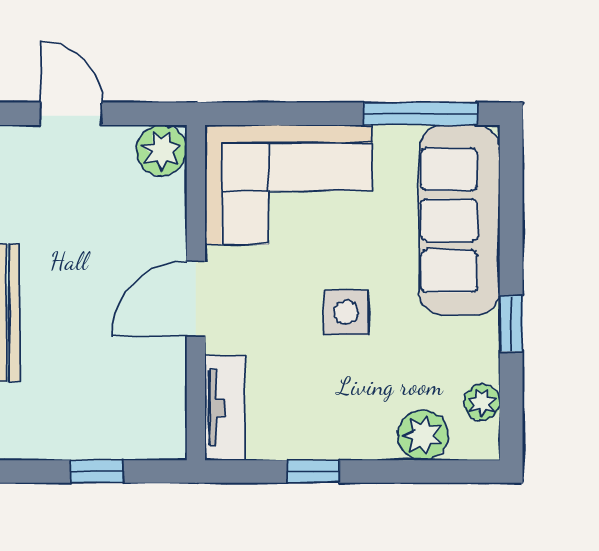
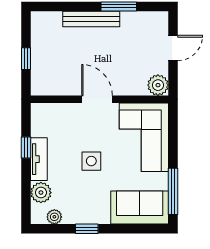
sofa: (460, 220) -> (140, 208), width x0.73
tv unit: (225, 408) -> (39, 159), moved, turned -90

